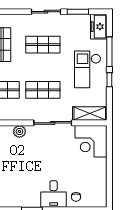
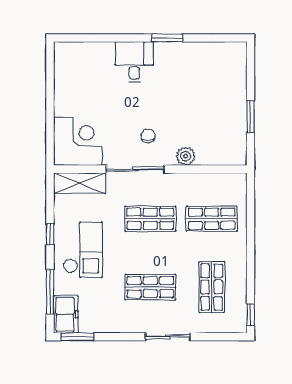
sliding door: (46, 12) -> (168, 337), moved
window: (78, 12) -> (77, 337), moved
window: (109, 52) -> (50, 292), moved
chair: (76, 197) -> (148, 136), moved

